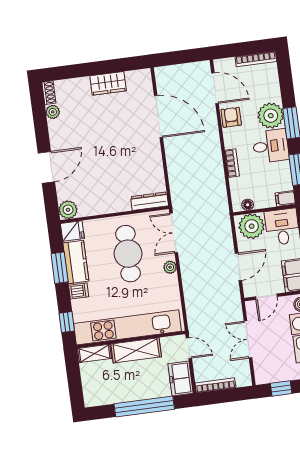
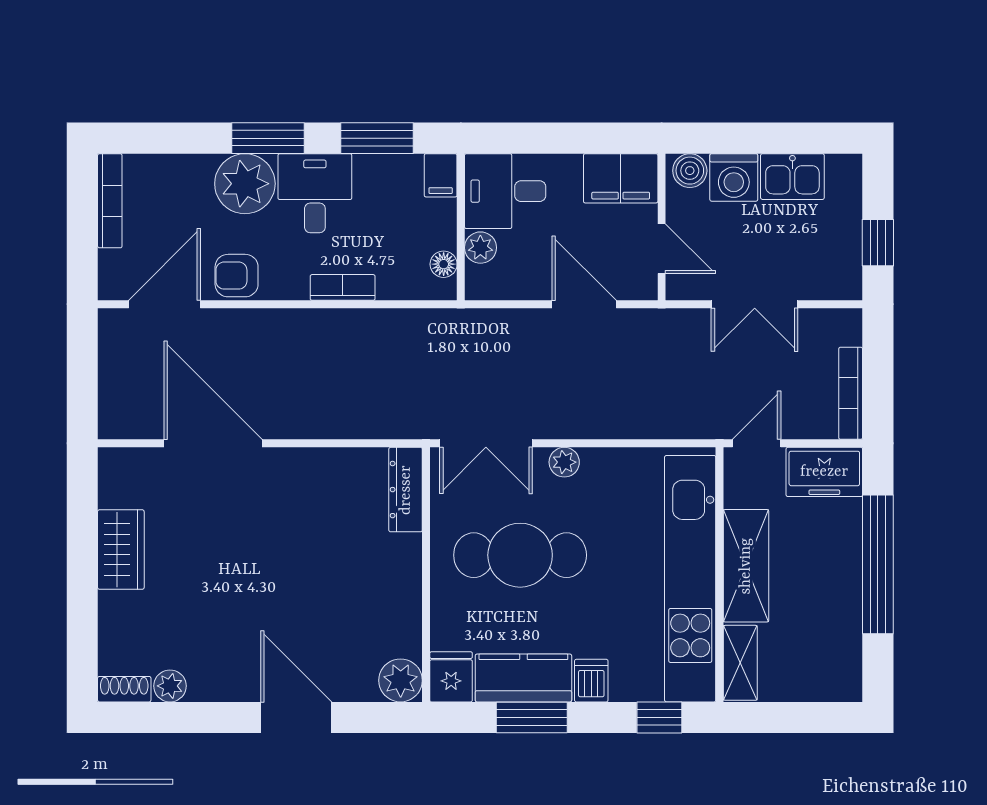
door: (158, 117) -> (213, 443), hinge flipped
plant: (252, 226) -> (480, 248), width x0.53, depth x0.53

